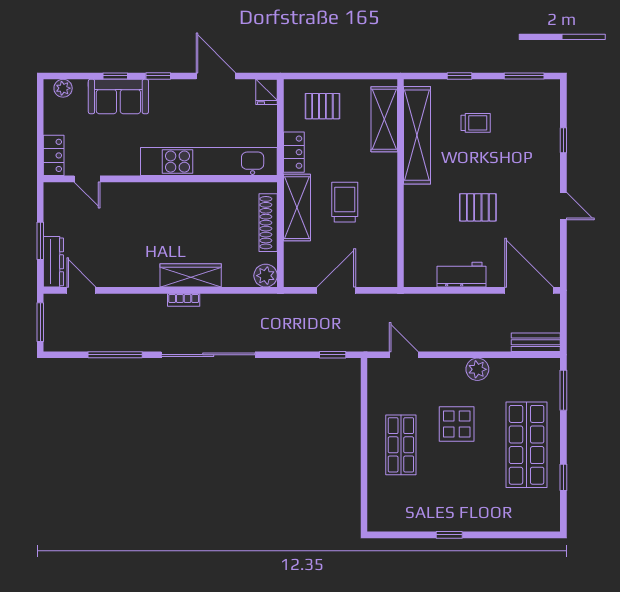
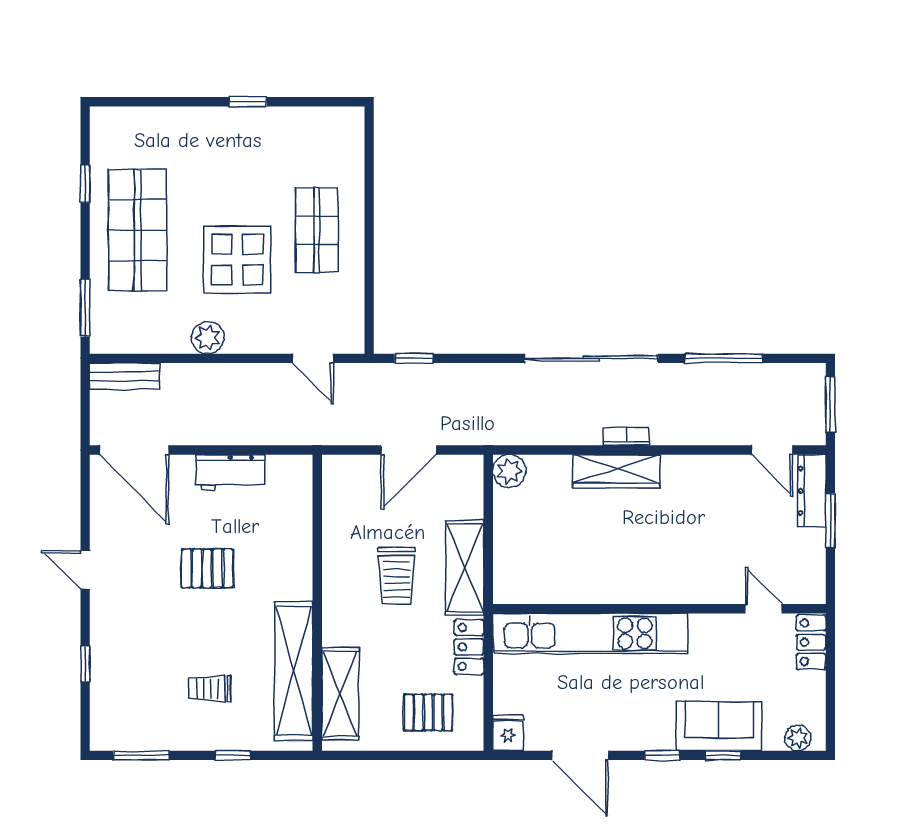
shoe rack: (268, 223) -> (506, 546), removed
display table: (457, 424) -> (237, 260), width x1.36, depth x1.36

